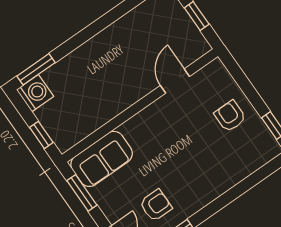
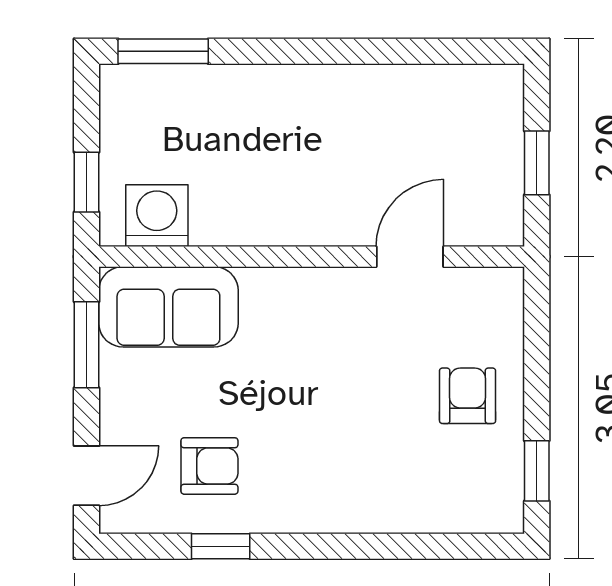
washing machine: (35, 93) -> (157, 216), moved, turned -90

